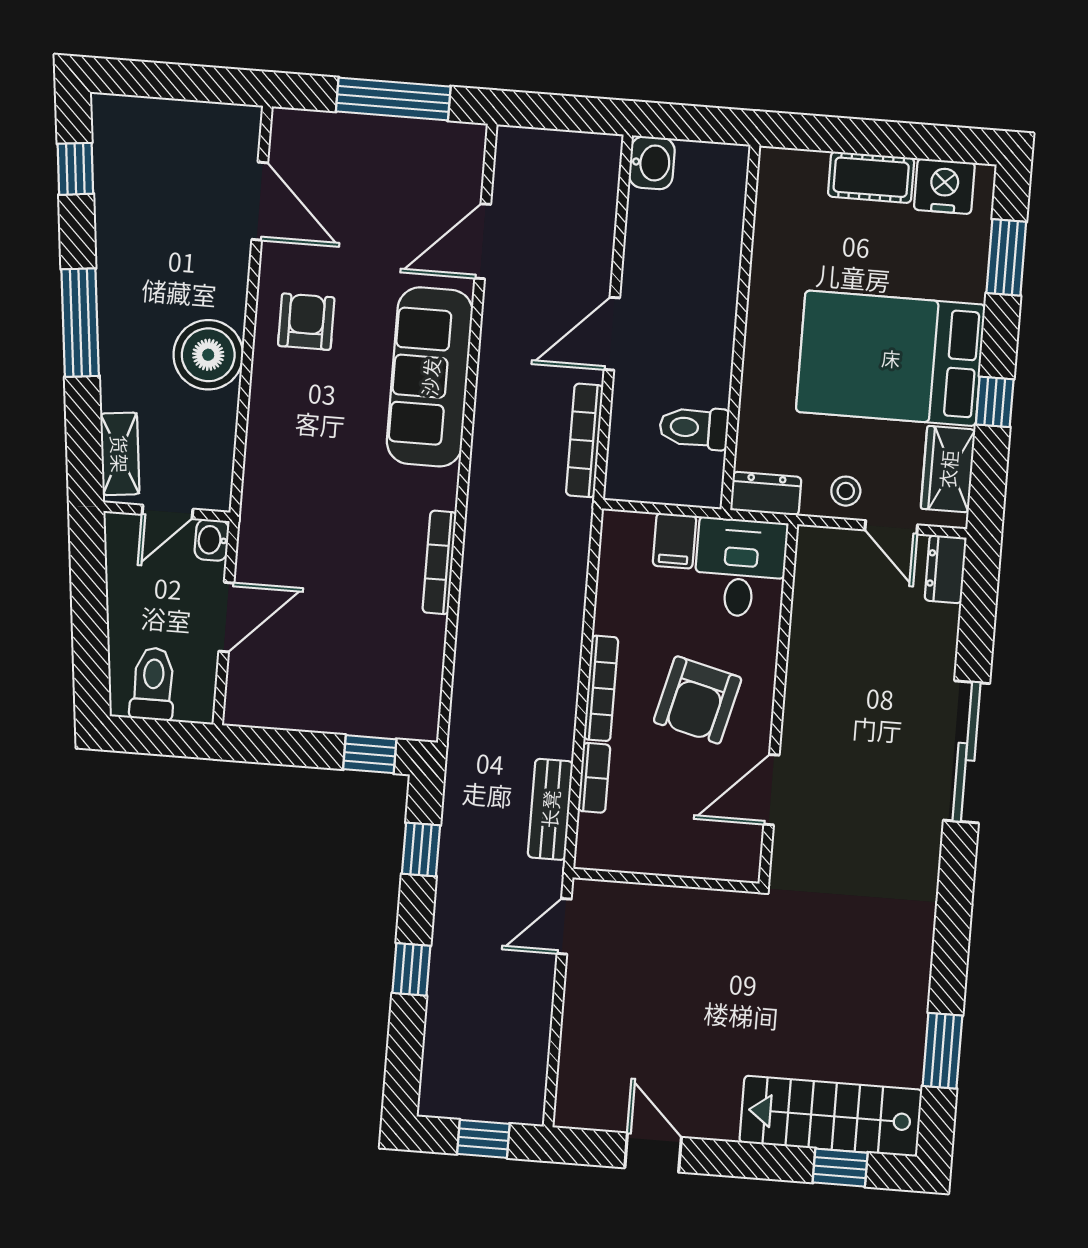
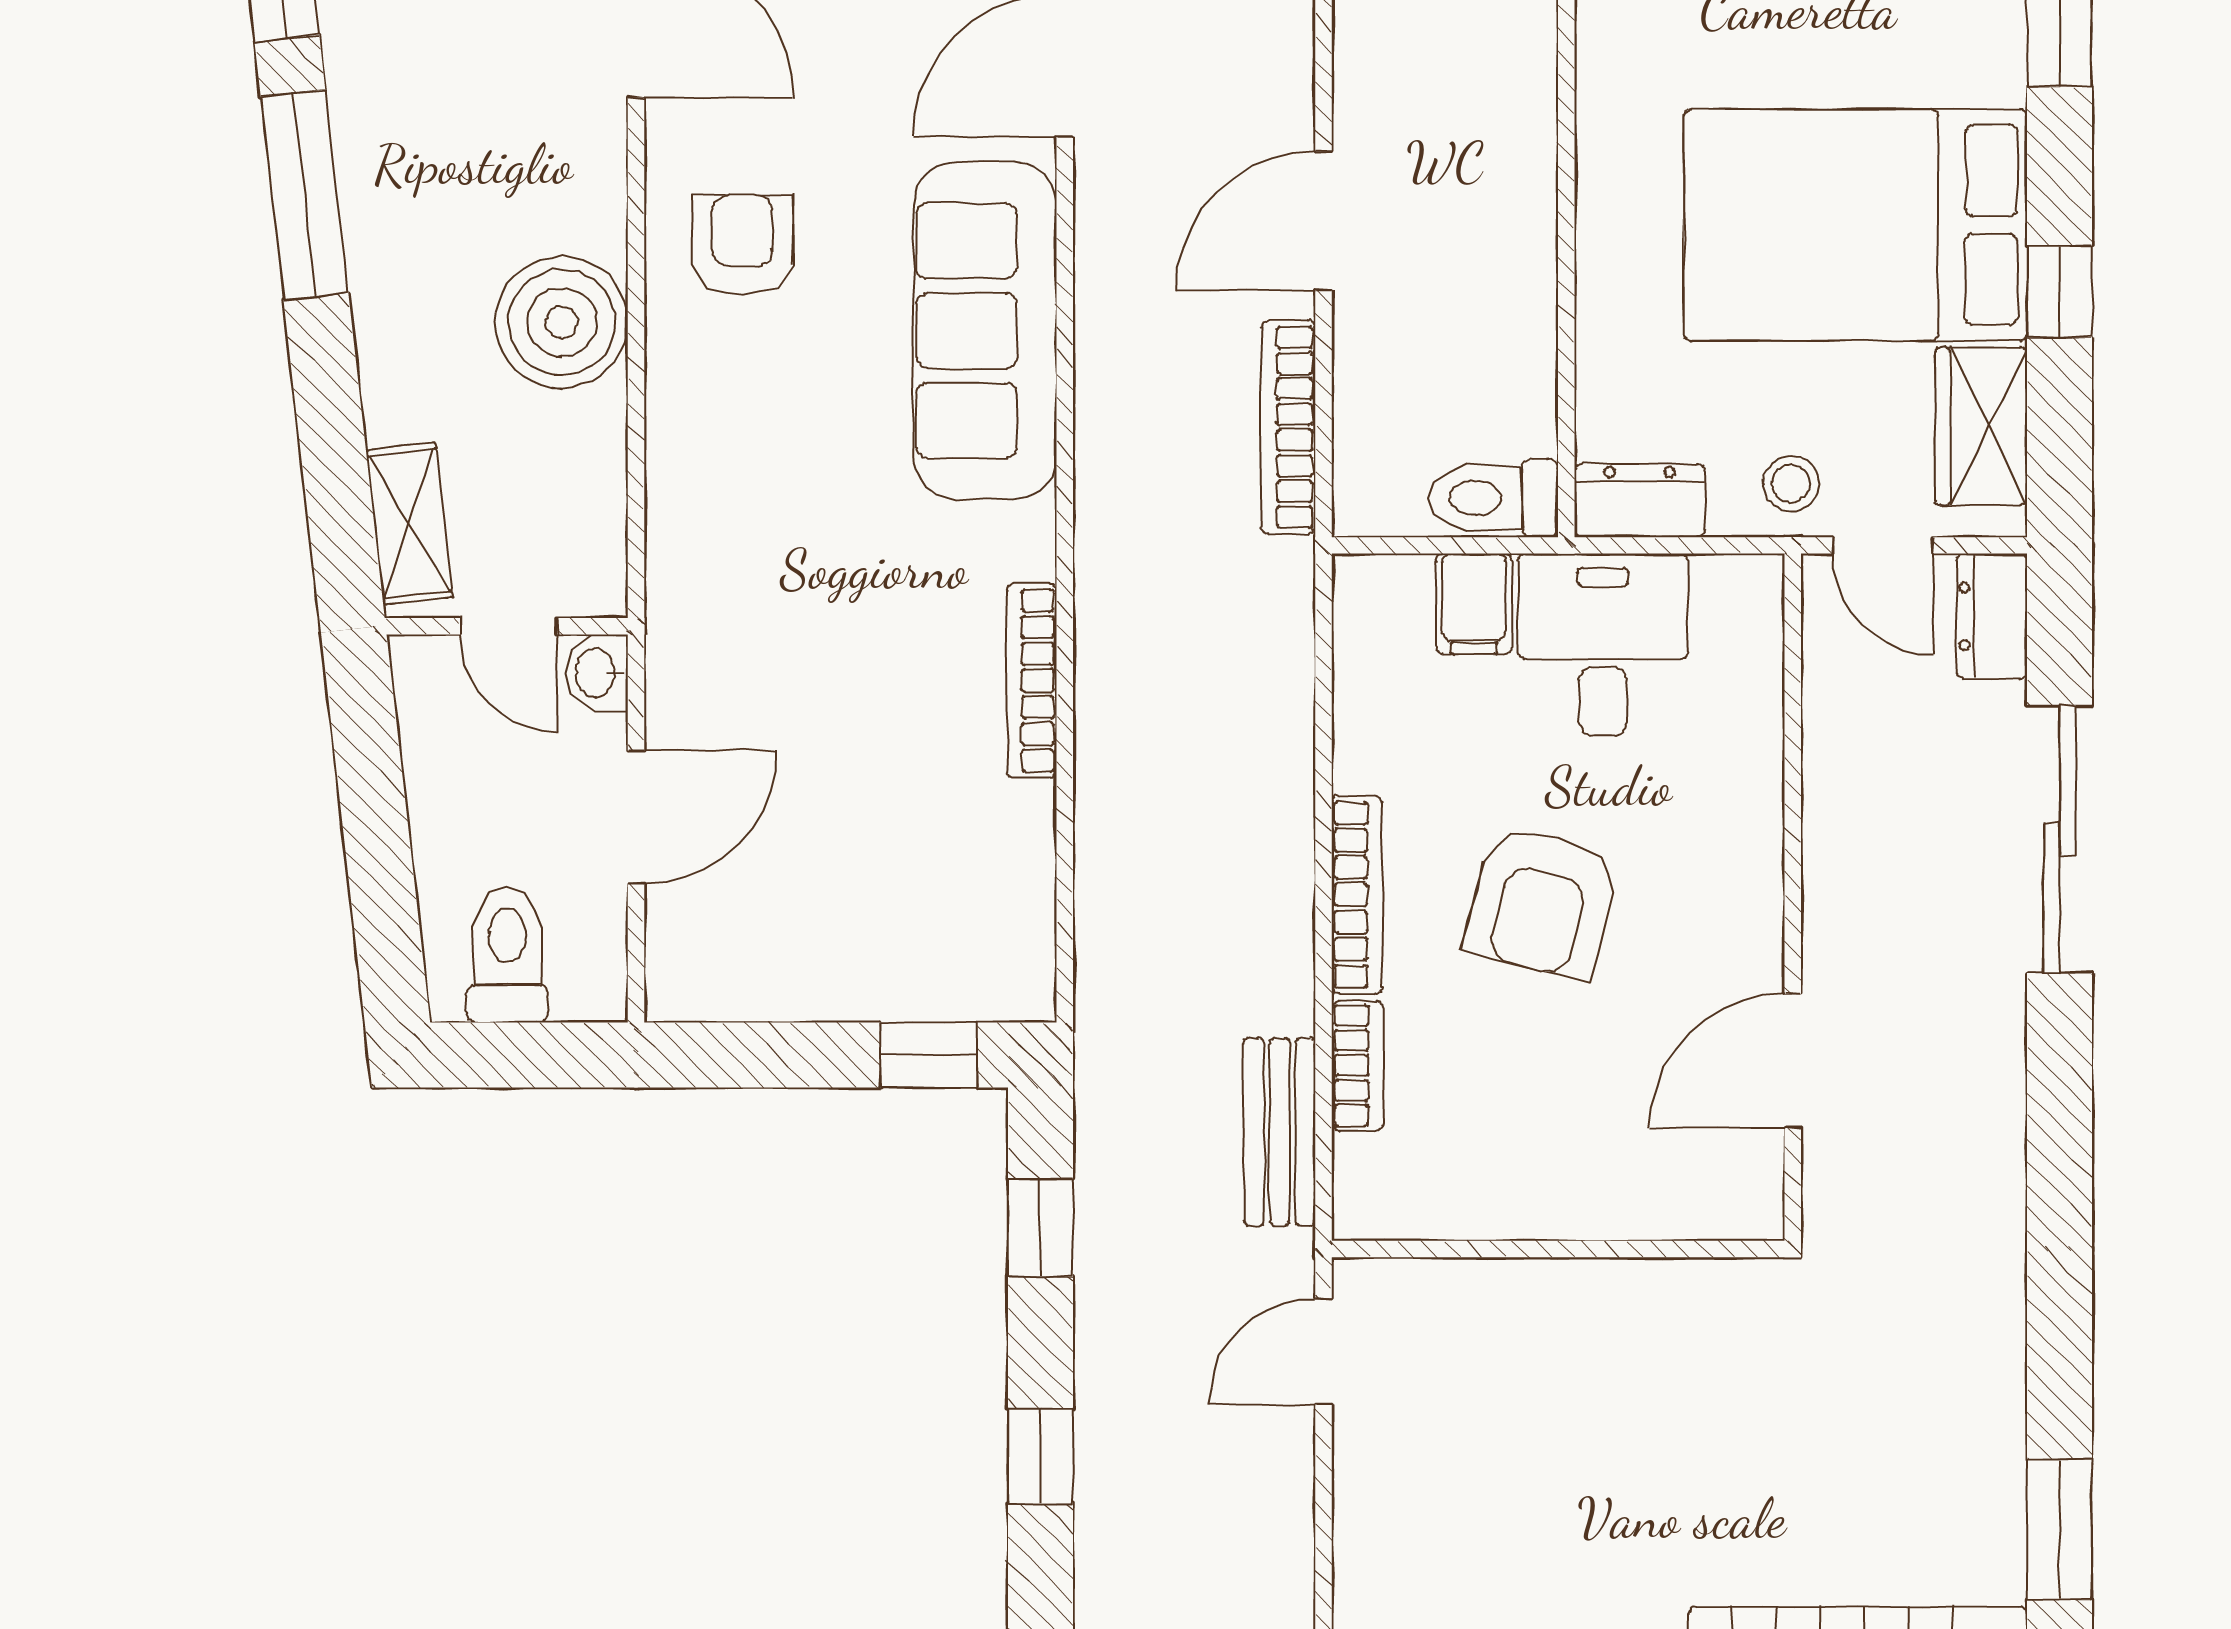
window: (80, 323) -> (304, 195), moved
toilet: (694, 428) -> (1493, 498), moved
door: (168, 512) -> (509, 626), hinge flipped
wall: (778, 704) -> (1793, 897), moved
sliding door: (967, 752) -> (2060, 839), moved
door: (771, 790) -> (1793, 1061), moved

